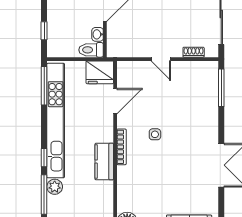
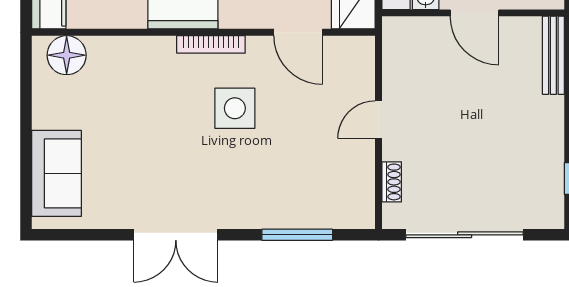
window: (221, 88) -> (297, 235), moved
side table: (155, 134) -> (235, 108), width x1.87, depth x1.87

